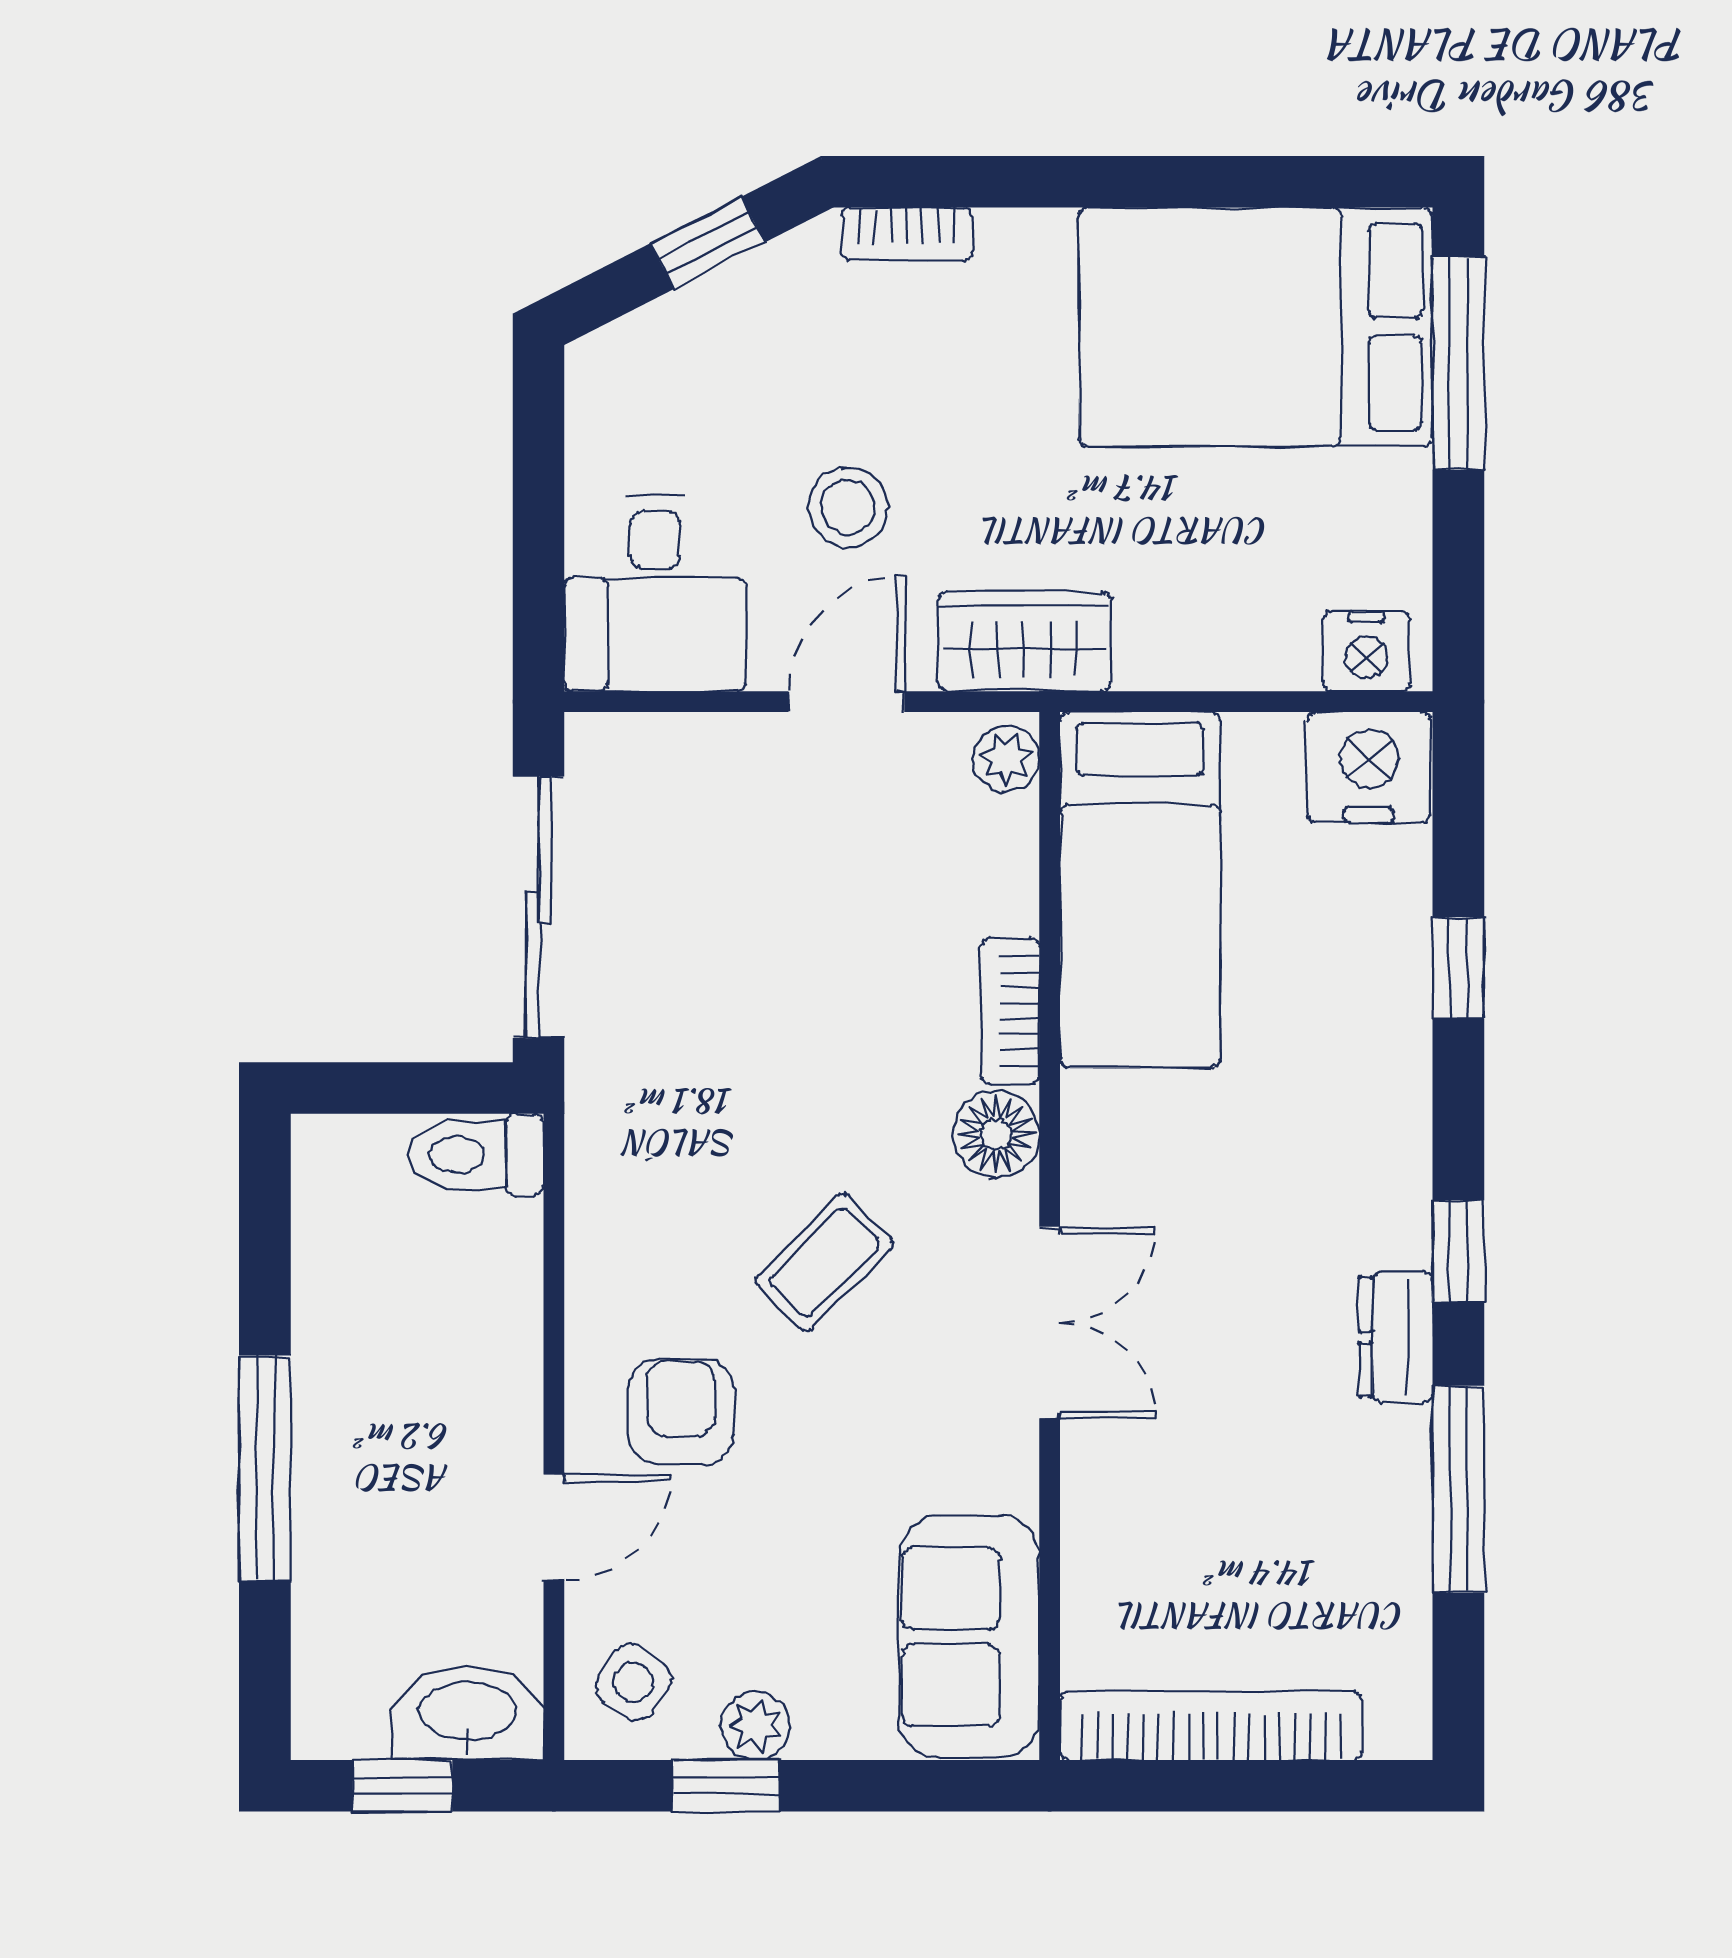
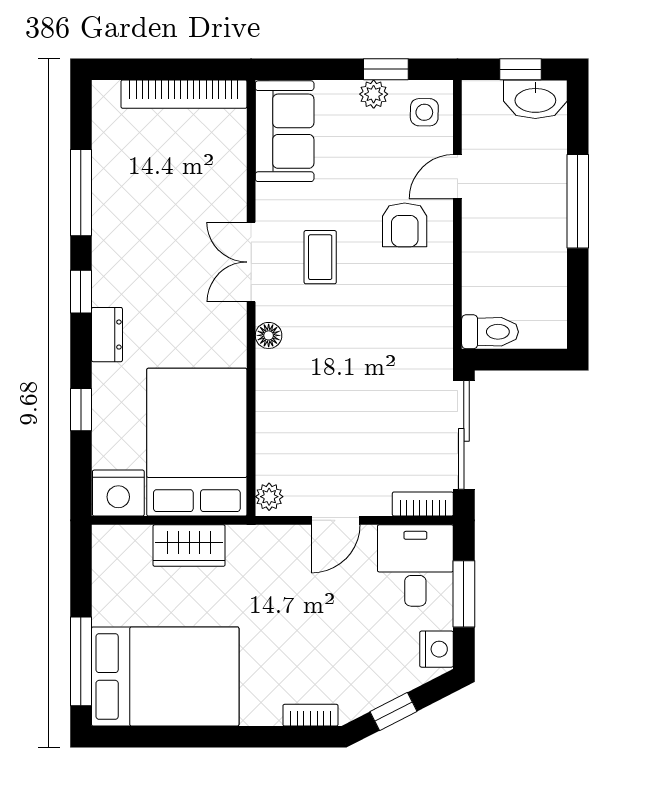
stool: (848, 507) -> (335, 601), removed
window: (538, 525) -> (464, 594), added
wardrobe: (1024, 641) -> (189, 546), moved
nightstand: (1366, 651) -> (437, 649), moved, turned 90
bed: (1140, 890) -> (197, 442), width x1.50
bookcase: (1010, 1011) -> (423, 504), moved, turned -90
floor lamp: (996, 1134) -> (269, 335), width x0.73, depth x0.73
coffee table: (825, 1262) -> (320, 257), moved, turned -45
dresser: (1396, 1337) -> (107, 335), moved
side table: (633, 1682) -> (424, 112), turned -33
washbasin: (467, 1714) -> (535, 99), moved

